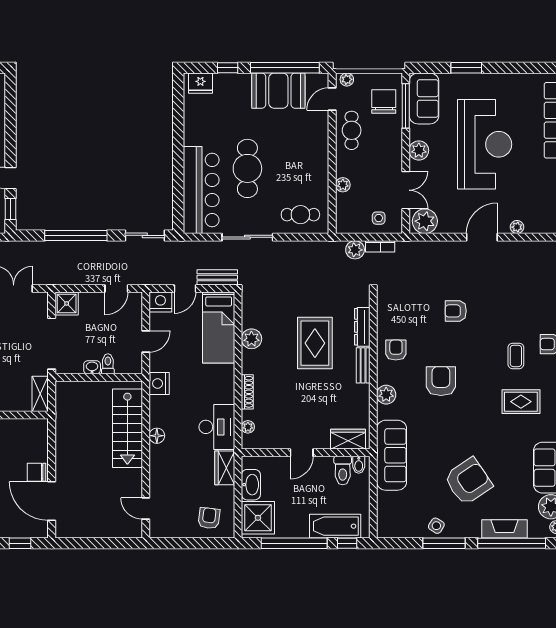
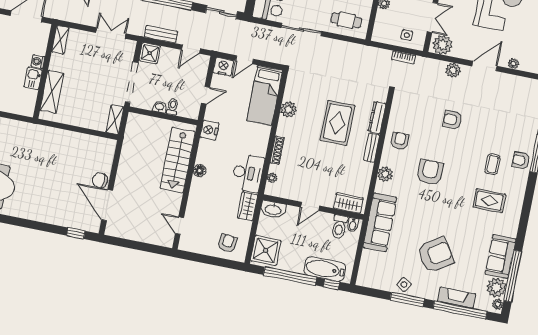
plant: (355, 250) -> (453, 70), moved
bench: (217, 277) -> (161, 34), moved
washbasin: (251, 485) -> (273, 209), moved, turned 90

